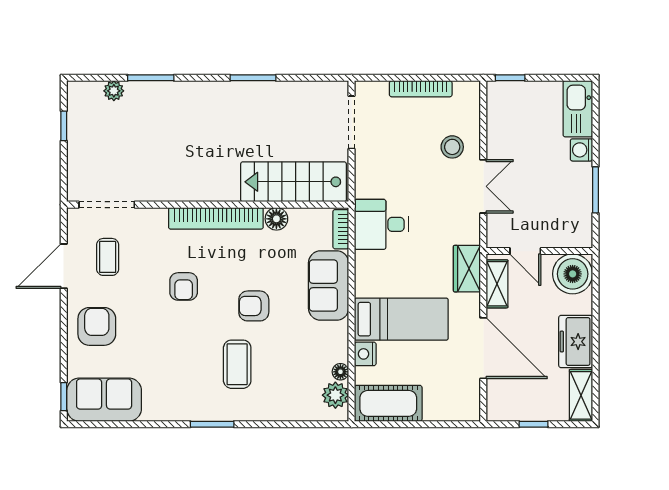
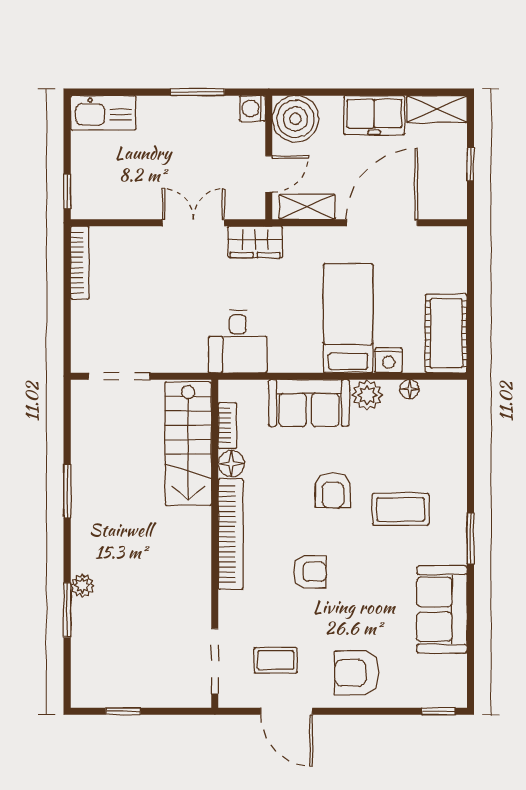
bookcase: (421, 89) -> (80, 263), moved
plant: (114, 91) -> (82, 586), moved
stool: (452, 147) -> (148, 259), removed
washing machine: (581, 150) -> (252, 108), moved, turned 90
bookcase: (341, 229) -> (227, 425), moved, turned -90
wardrobe: (467, 269) -> (255, 242), moved
plant: (335, 395) -> (367, 395), moved
sofa: (104, 400) -> (442, 609), moved

